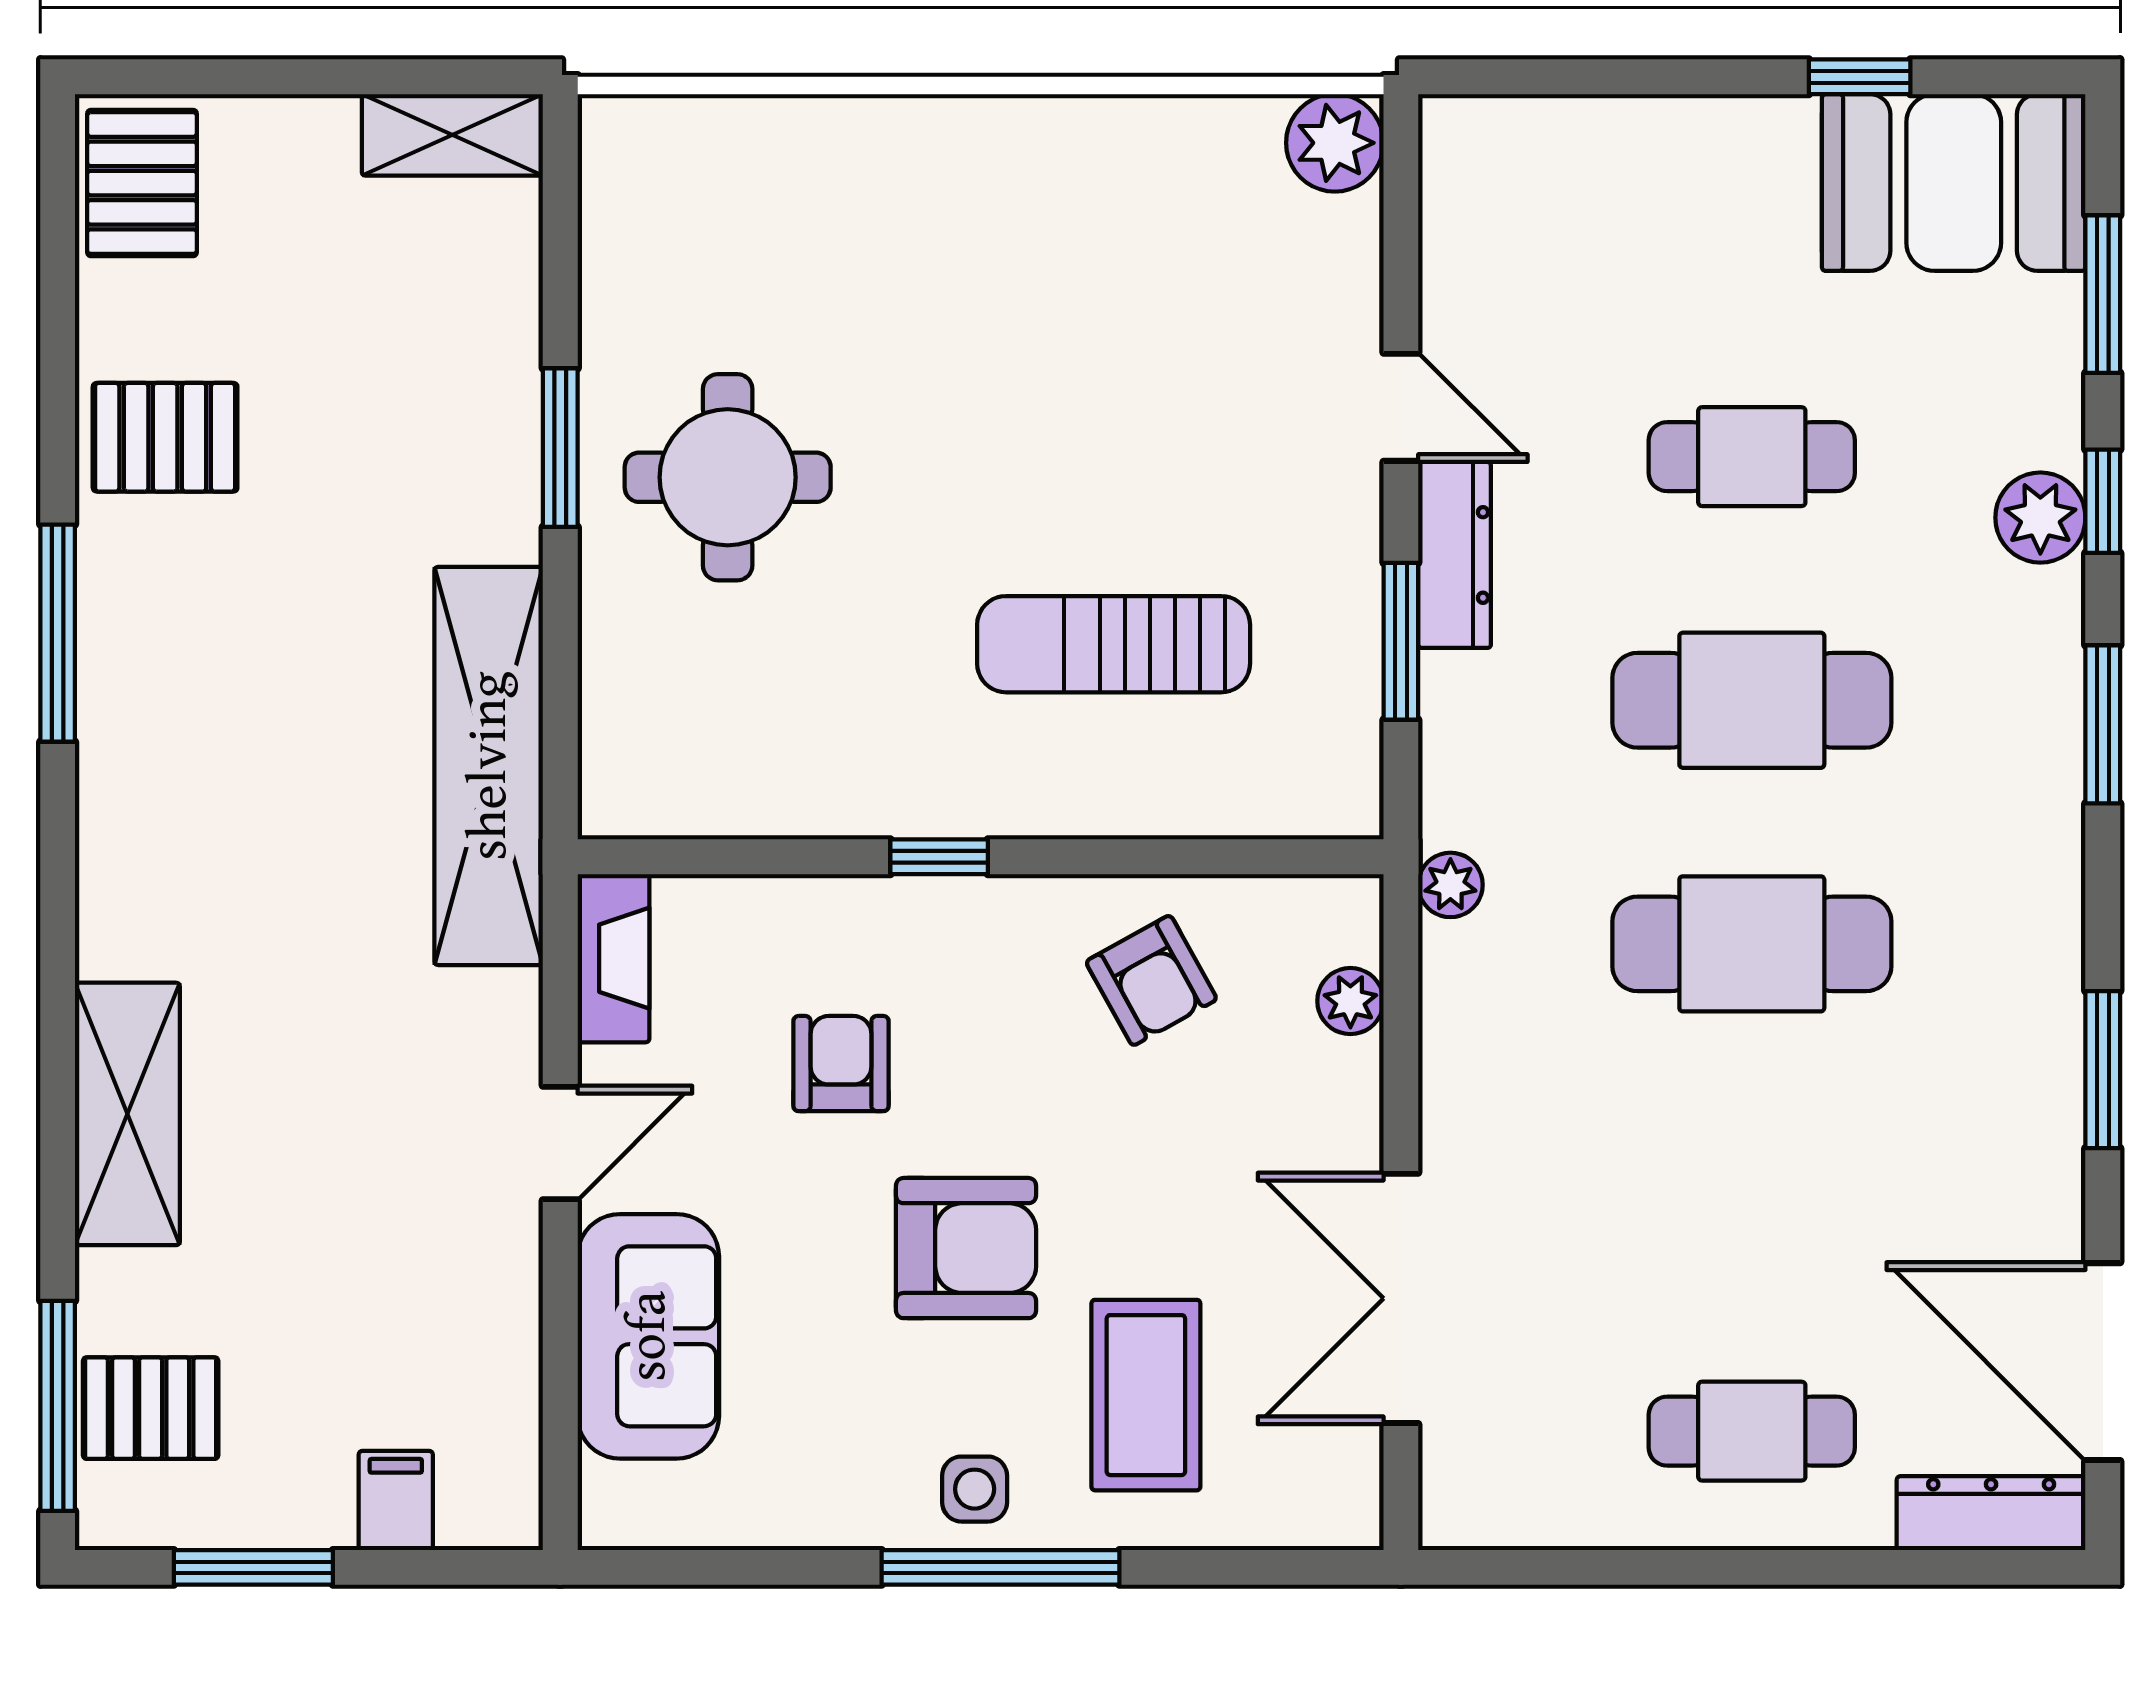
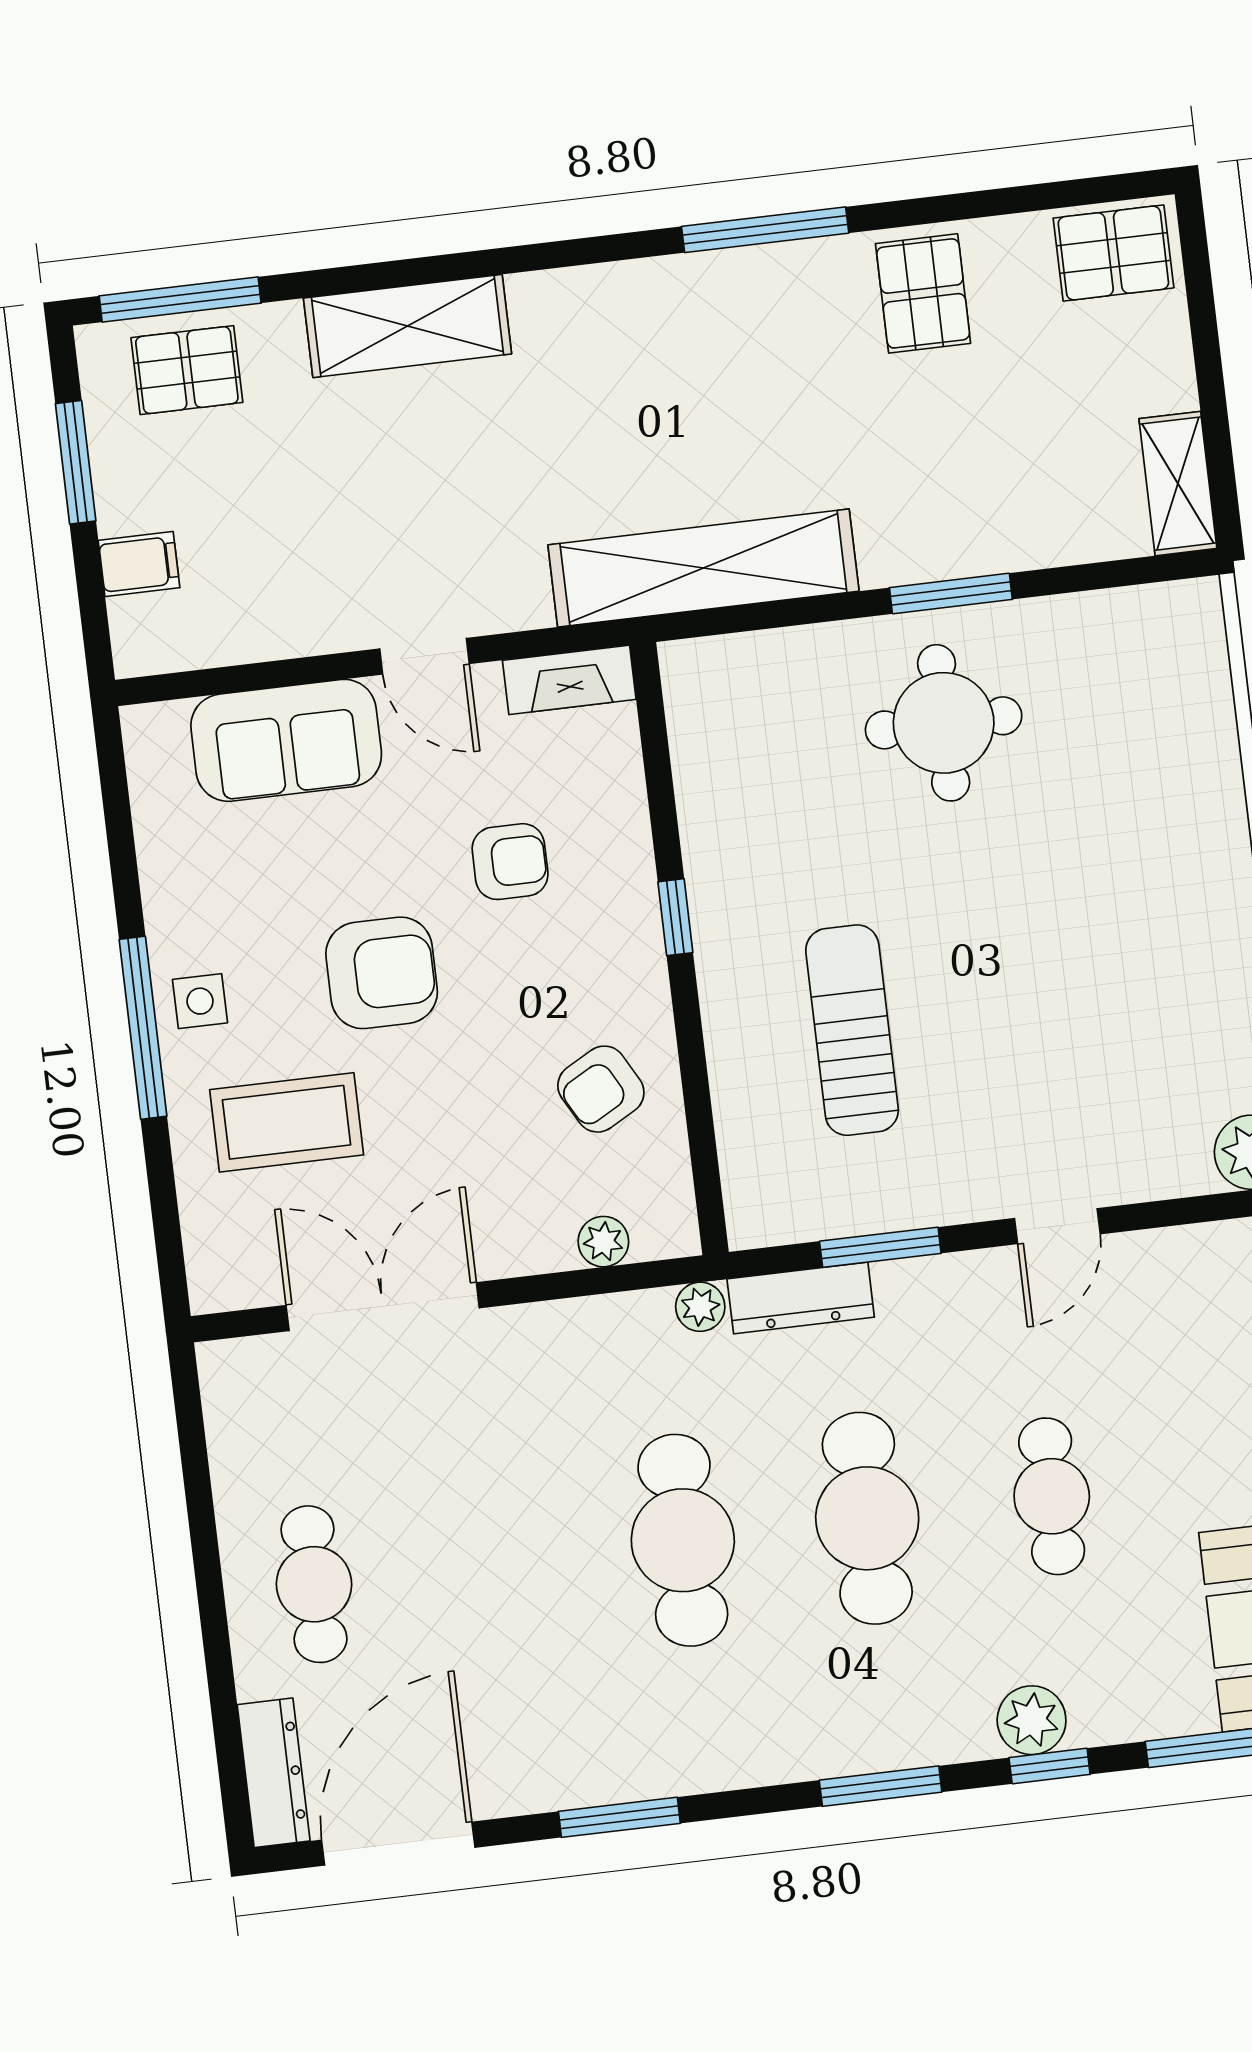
dresser: (1455, 555) -> (801, 1298), moved
armchair: (966, 1248) -> (382, 973), turned -90
pallet: (151, 1408) -> (187, 370), turned 90

